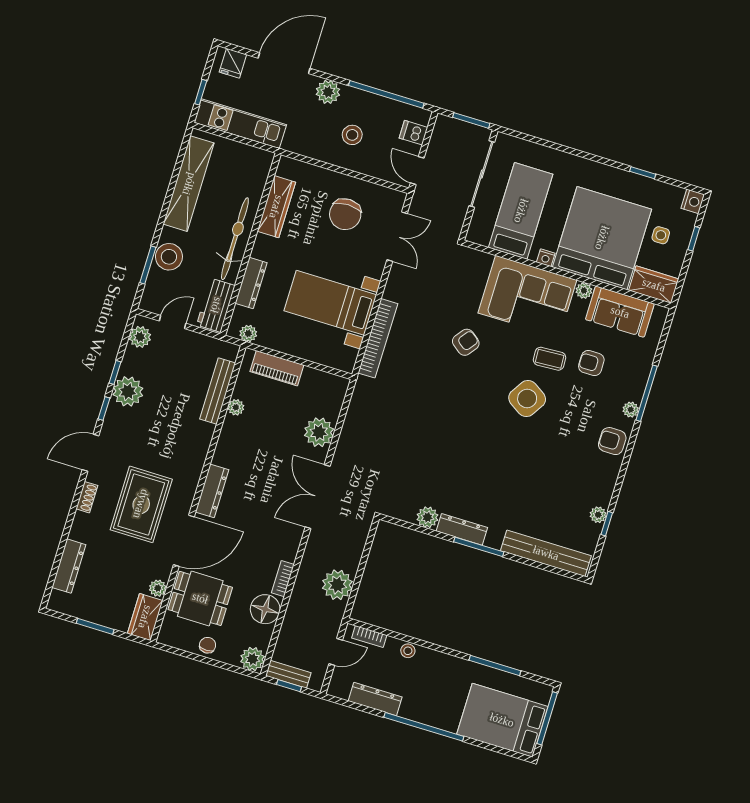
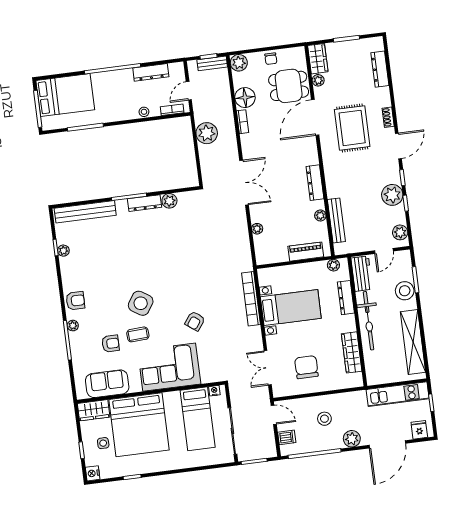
nightstand: (546, 258) -> (214, 391), moved
plant: (584, 291) -> (136, 387), removed
plant: (319, 432) -> (257, 229), width x0.53, depth x0.53
dresser: (212, 491) -> (315, 183), moved

